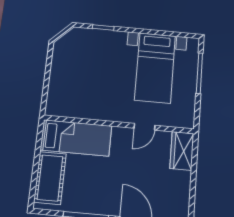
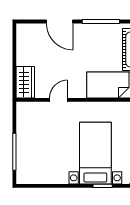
bed with nightstands: (155, 68) -> (95, 153), moved

